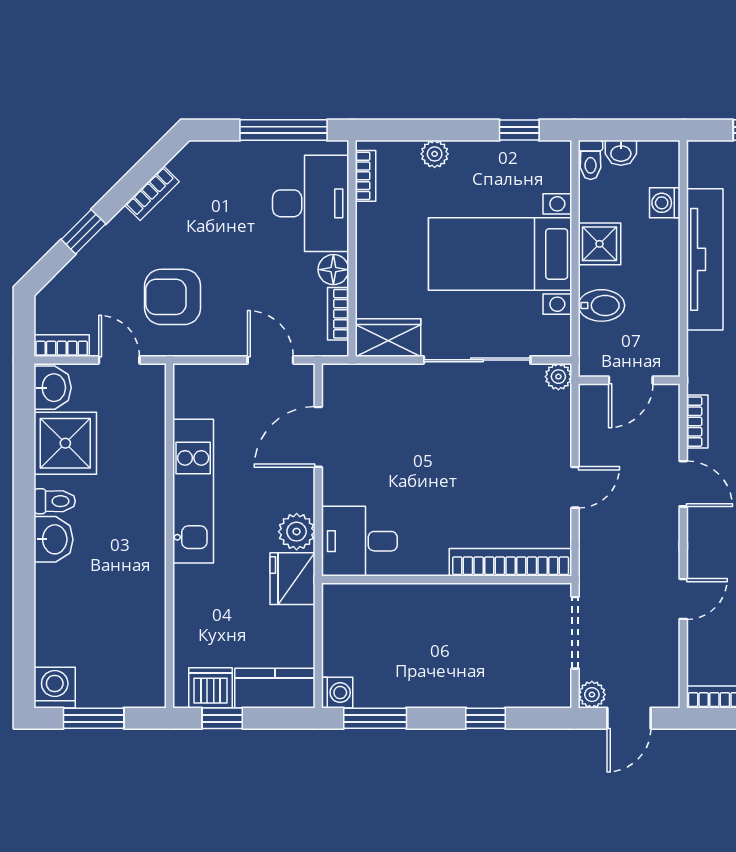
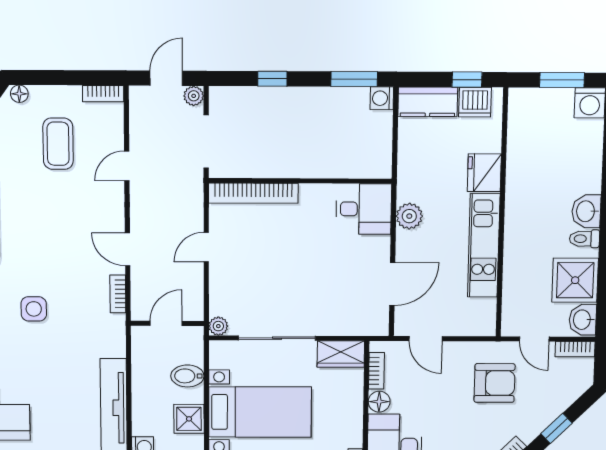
fridge: (292, 579) -> (484, 173), moved, turned 180

